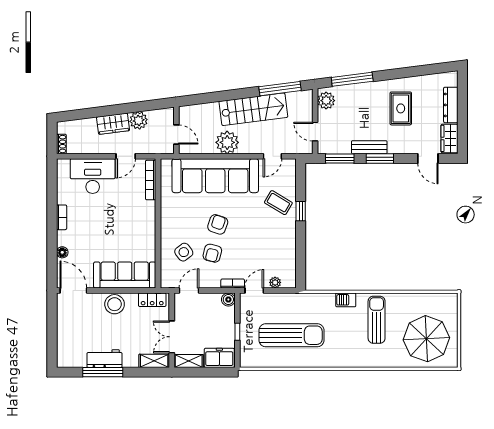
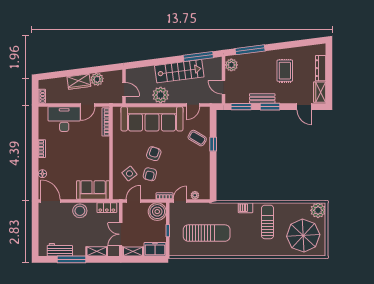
sofa: (125, 275) -> (93, 190), width x0.73
boiler: (228, 299) -> (157, 212), width x1.86, depth x1.86
plant: (447, 303) -> (318, 210), added
workbench: (104, 359) -> (60, 250), moved
shelving: (154, 361) -> (97, 251), moved

